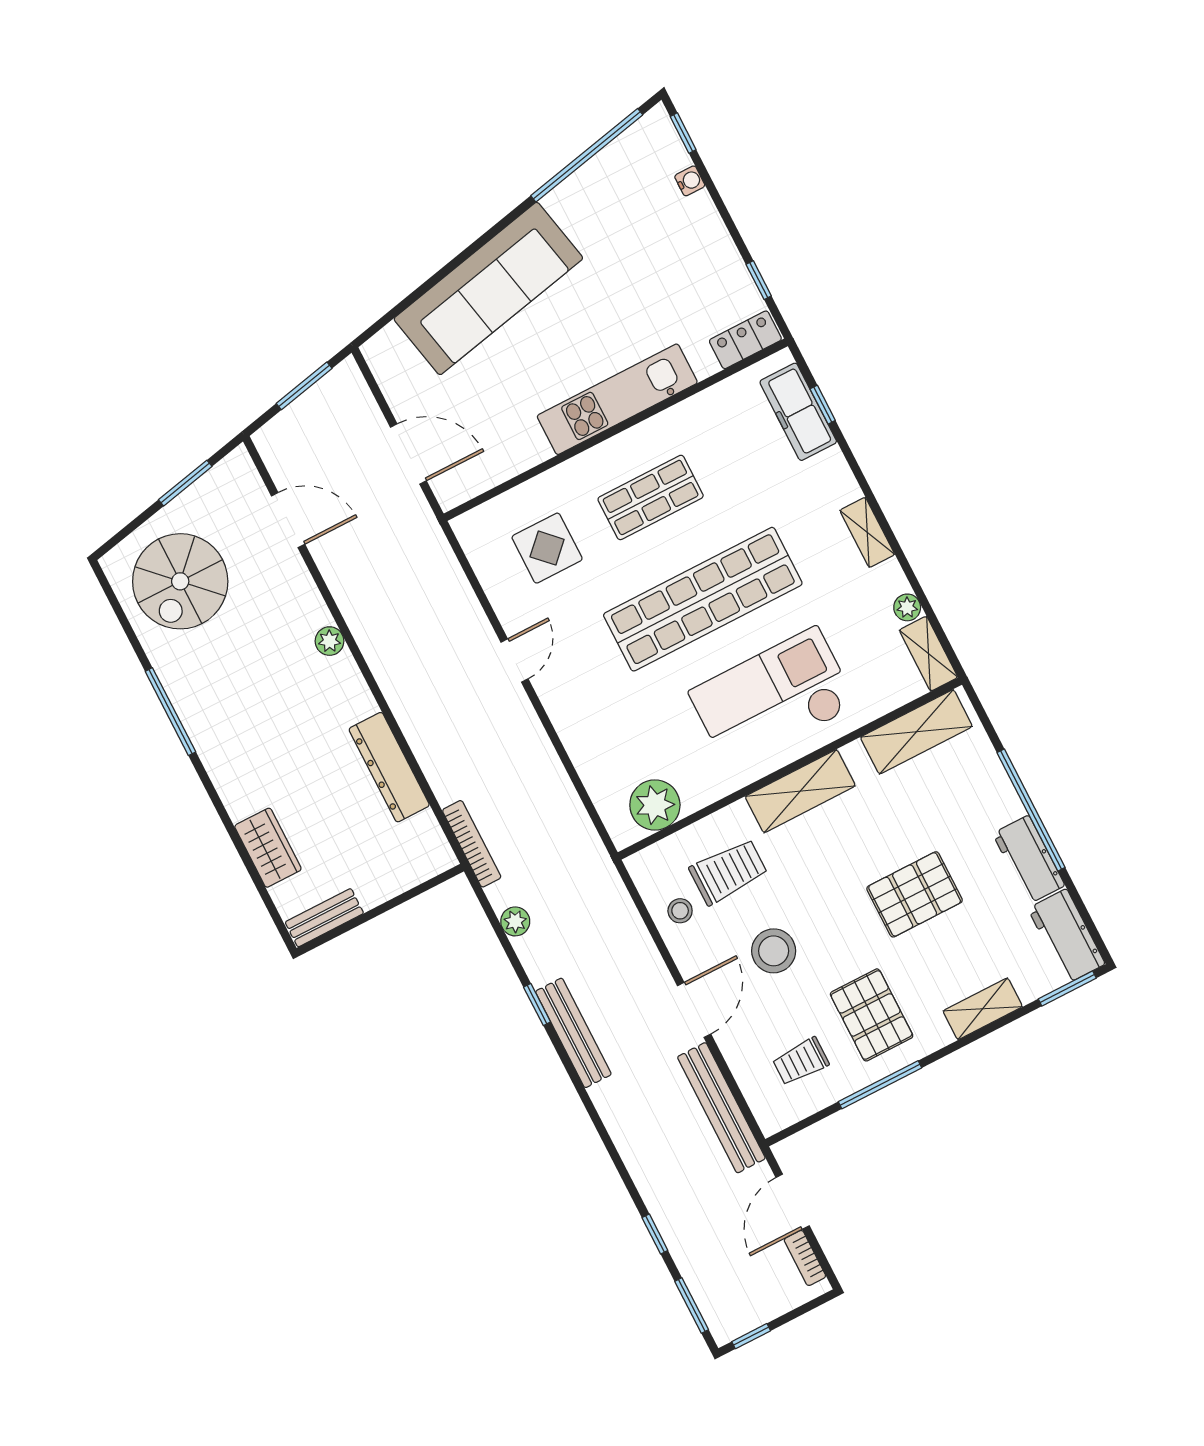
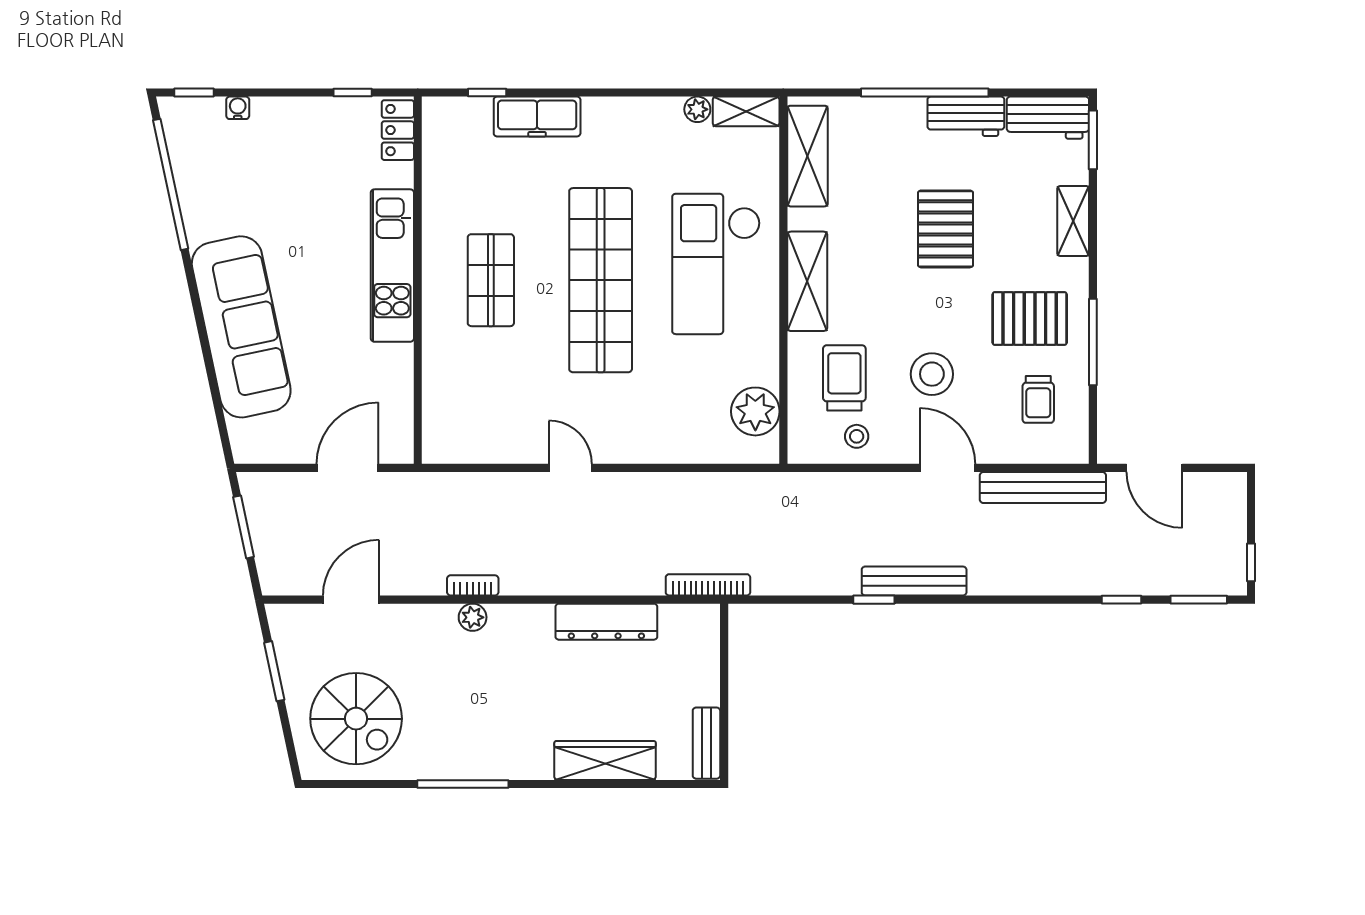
freezer: (798, 412) -> (537, 117), moved
shelving: (867, 532) -> (616, 110), removed
display table: (547, 548) -> (489, 391), removed
wardrobe: (268, 848) -> (605, 761), width x1.50
plant: (515, 921) -> (793, 582), removed
bookcase: (805, 1258) -> (473, 585), moved, turned 180

